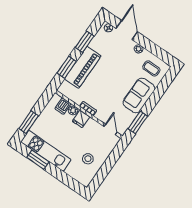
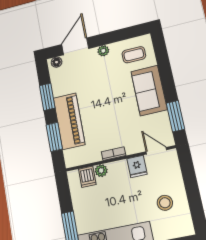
door: (127, 30) -> (75, 46), hinge flipped
fridge: (81, 119) -> (137, 166), moved

